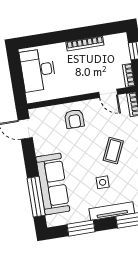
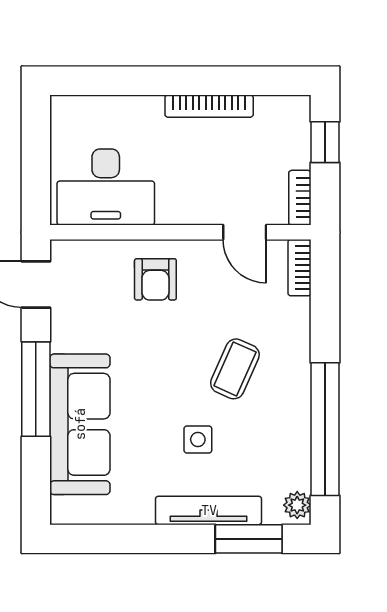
desk: (38, 70) -> (106, 187), moved, turned -90
window: (36, 197) -> (36, 389), moved
window: (81, 228) -> (130, 539), removed

